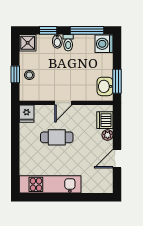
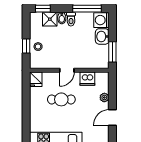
window: (48, 30) -> (43, 9), moved
shower: (28, 43) -> (50, 19), moved
washbasin: (105, 86) -> (102, 36), moved
dishwasher: (105, 120) -> (87, 79), moved, turned -90

